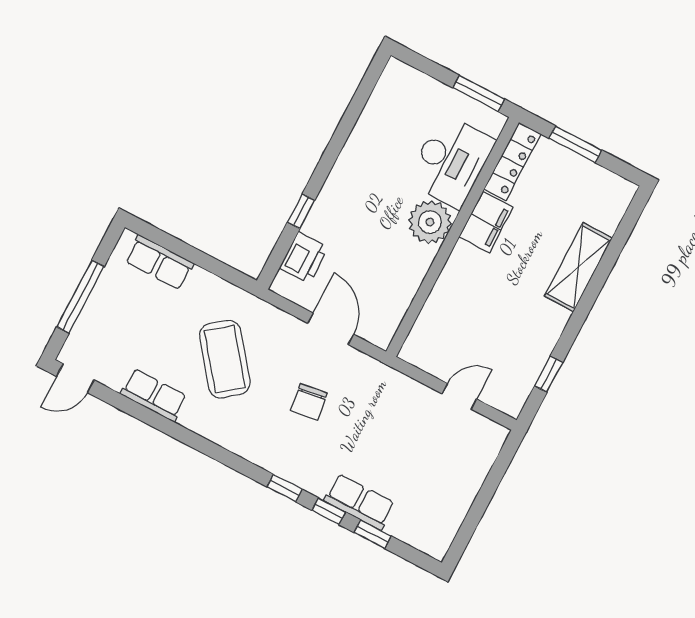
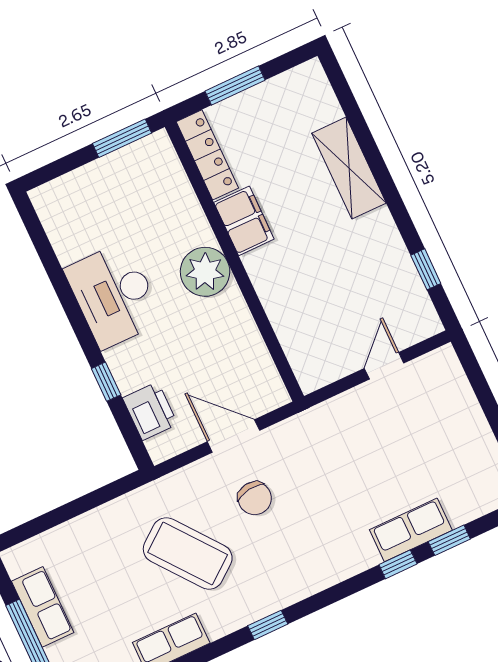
desk: (451, 161) -> (114, 295), moved, turned 180
row of seats: (159, 262) -> (43, 607), moved, turned -90
chair: (309, 402) -> (255, 498), moved
window: (285, 488) -> (268, 625), moved

